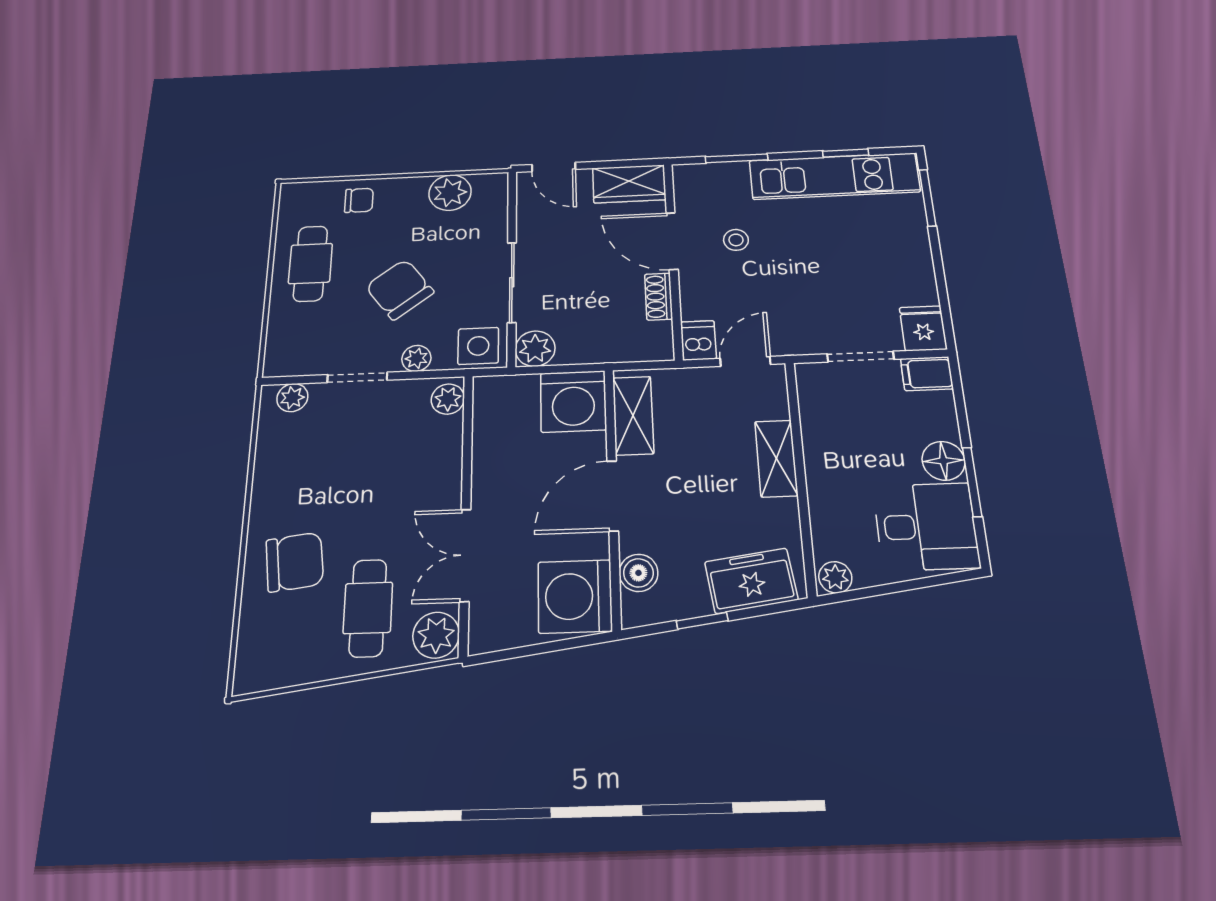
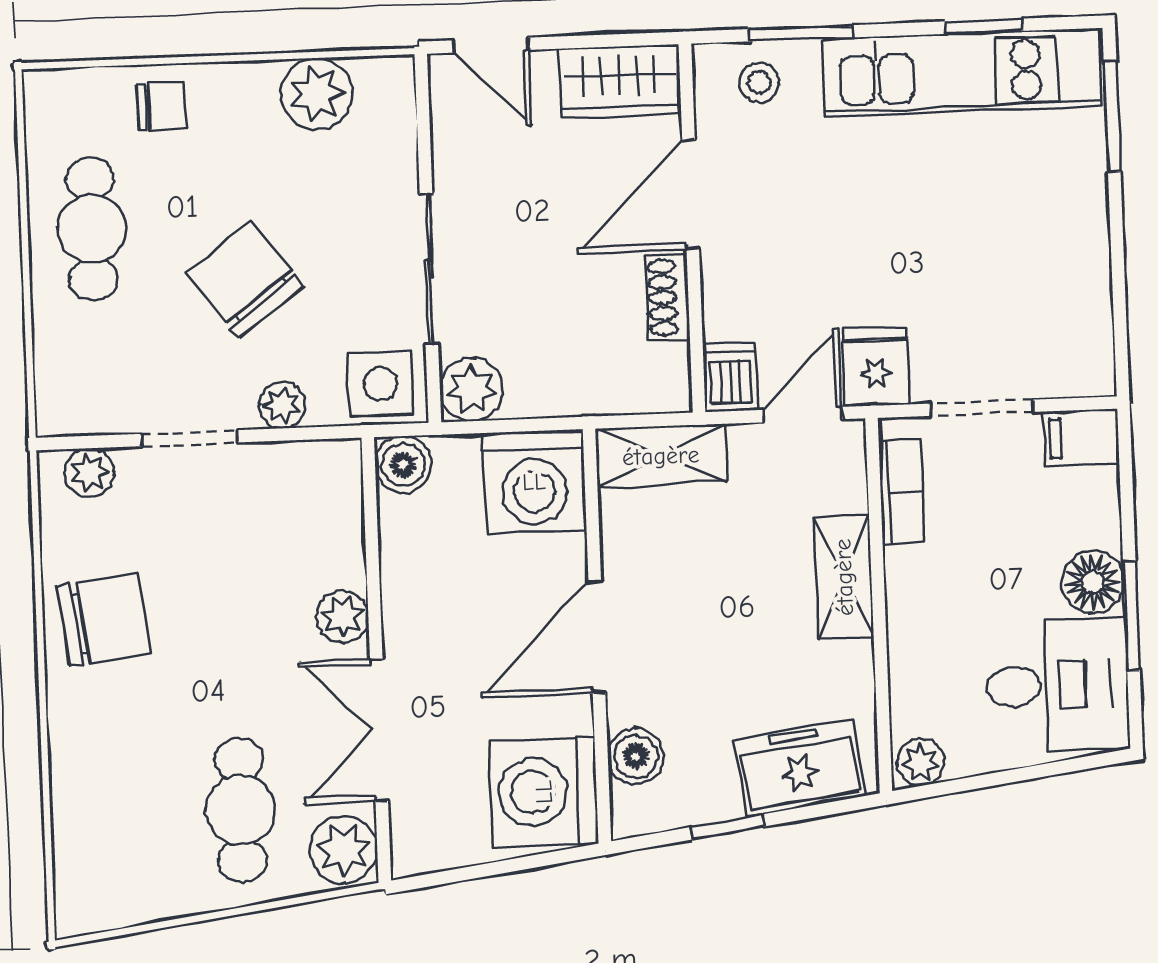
stool: (736, 240) -> (759, 82), moved
door: (672, 241) -> (691, 194), hinge flipped
fridge: (923, 328) -> (876, 367), moved
boiler: (490, 392) -> (403, 464), added
plant: (448, 399) -> (342, 617), moved
bookcase: (811, 406) -> (901, 491), added
shelving: (633, 415) -> (661, 456), moved, turned 90
chair: (295, 562) -> (104, 619), moved

